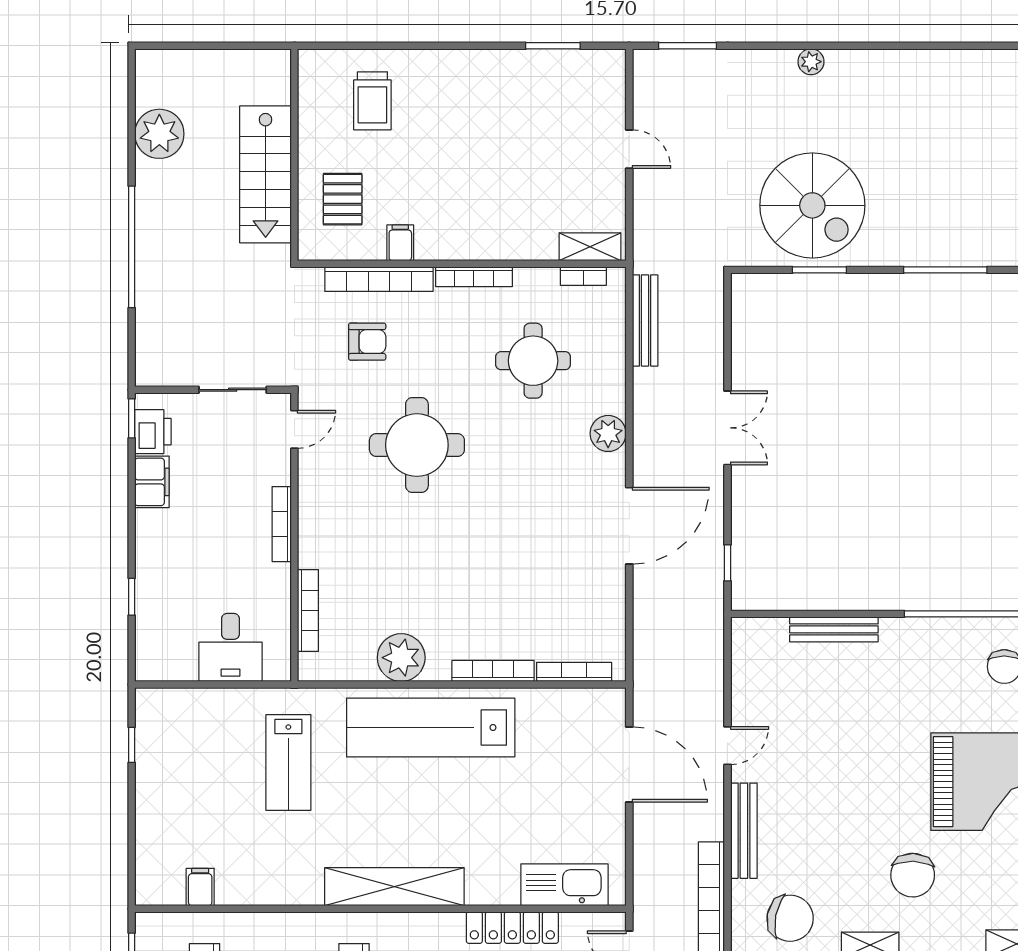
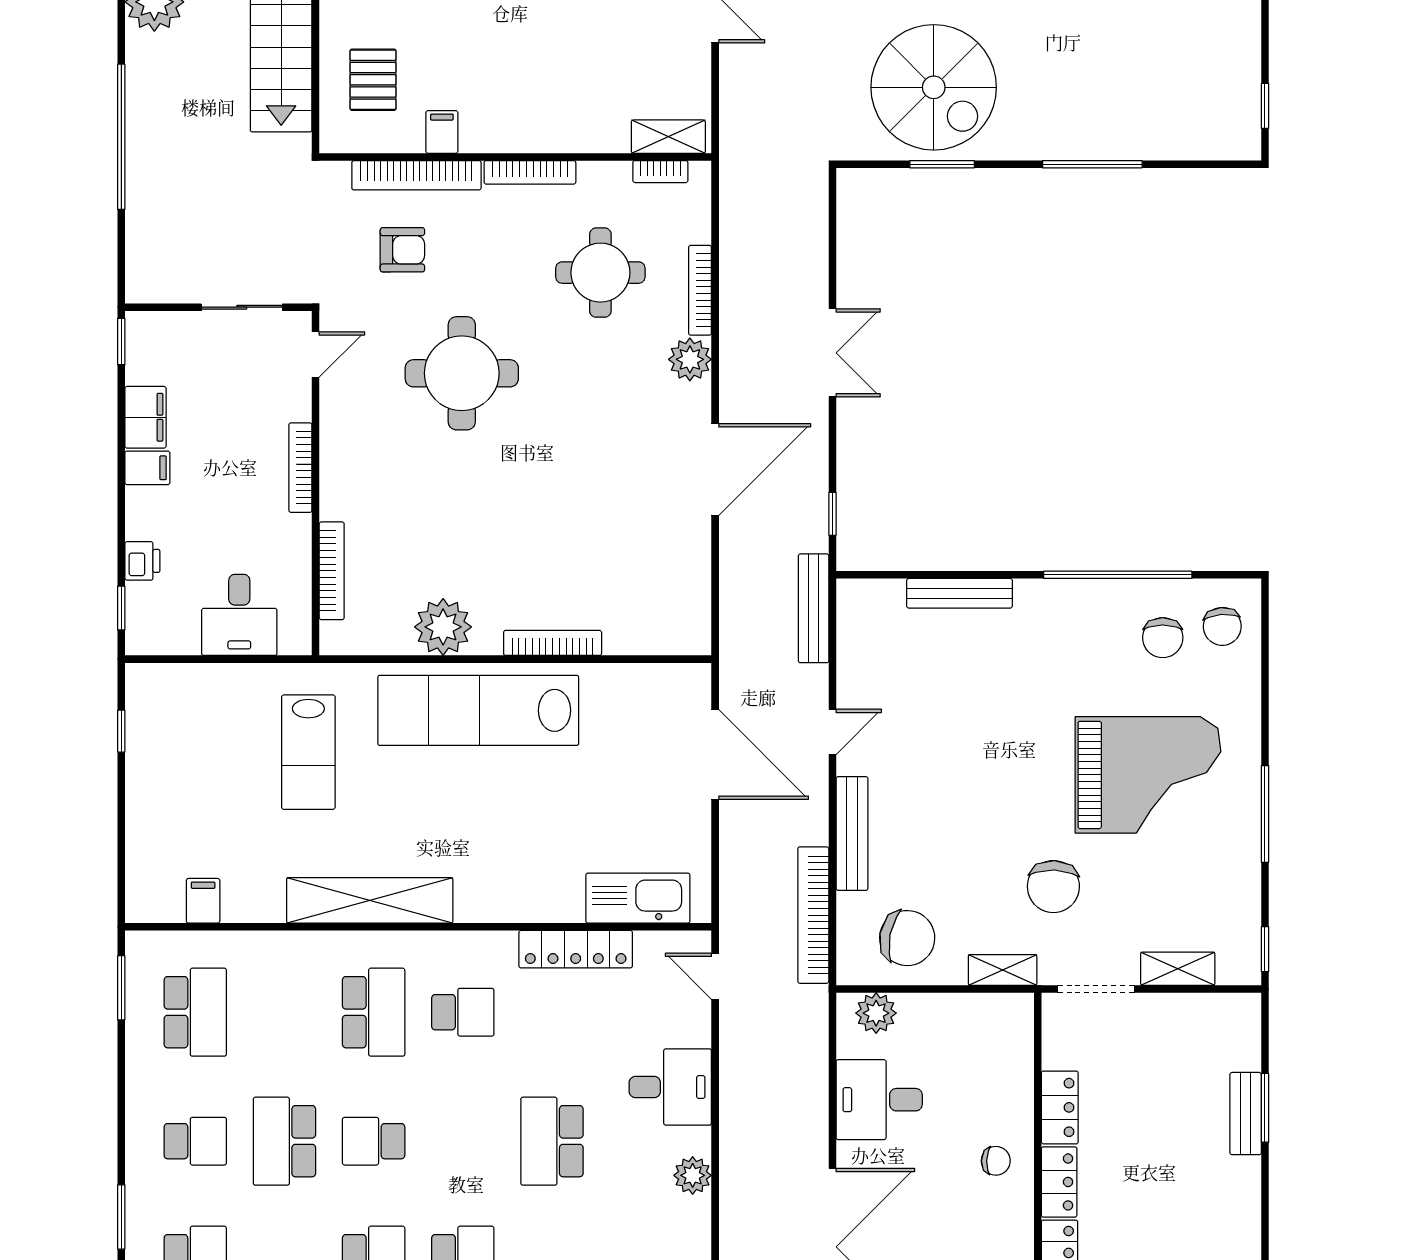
bench: (645, 320) -> (814, 608), moved
printer: (153, 432) -> (142, 561), moved, width x0.73, depth x0.81
filing cabinet: (153, 524) -> (147, 468), added
window: (132, 597) -> (121, 608), moved
bookcase: (574, 672) -> (700, 290), moved, turned -90
shelving: (394, 887) -> (370, 900), moved

